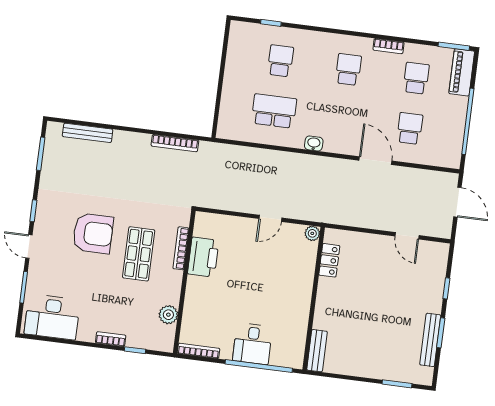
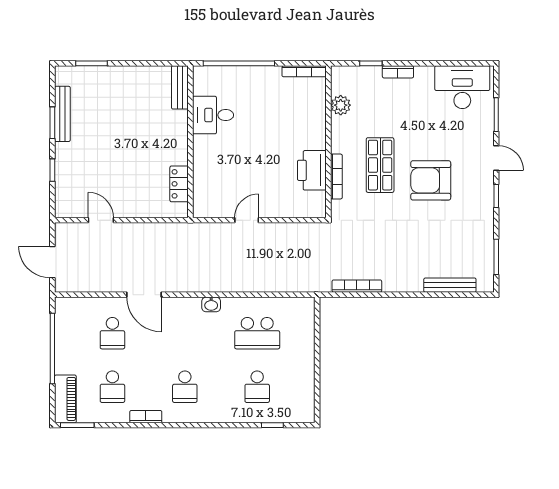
plant: (312, 233) -> (201, 210), removed
desk: (253, 344) -> (213, 115), moved, turned -90

